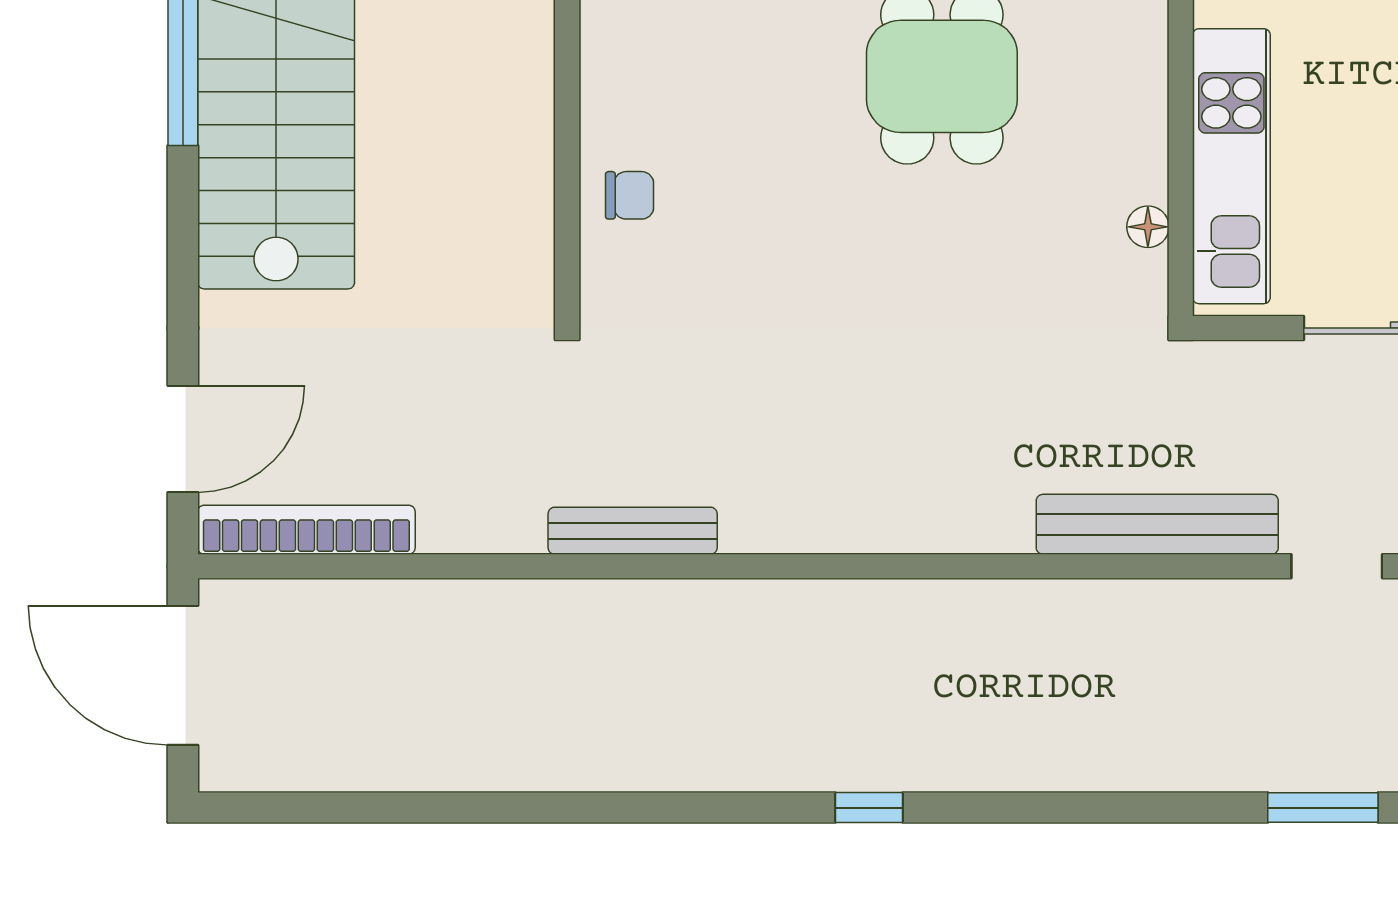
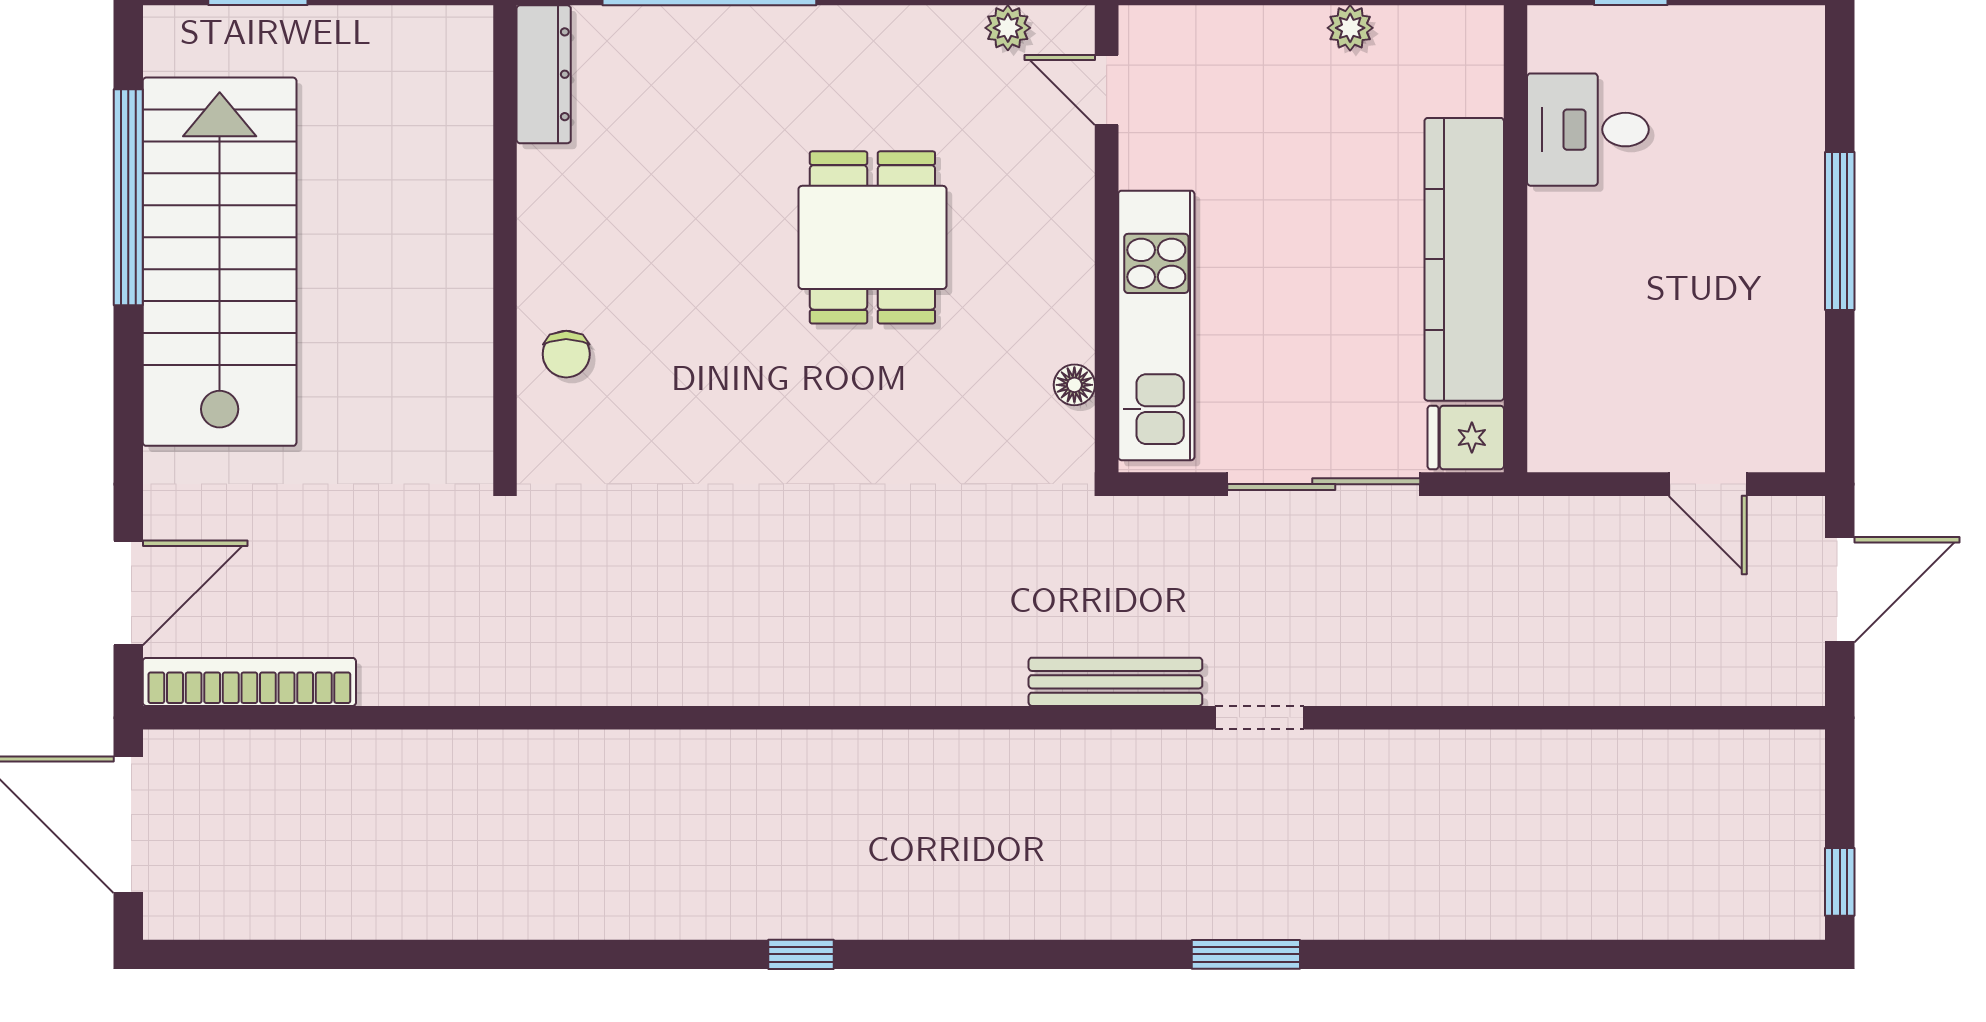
chair: (630, 195) -> (566, 354), turned 90
bench: (1157, 524) -> (1115, 682), width x0.73, depth x0.82
bench: (633, 531) -> (569, 683), removed

